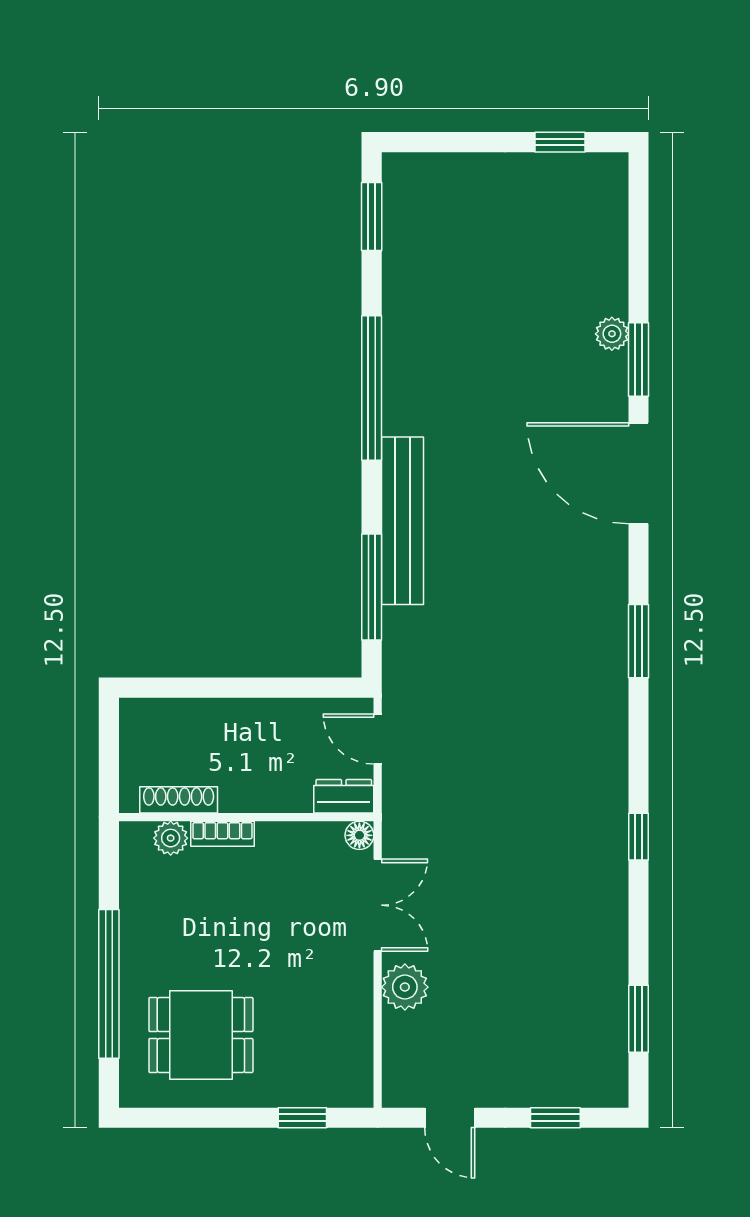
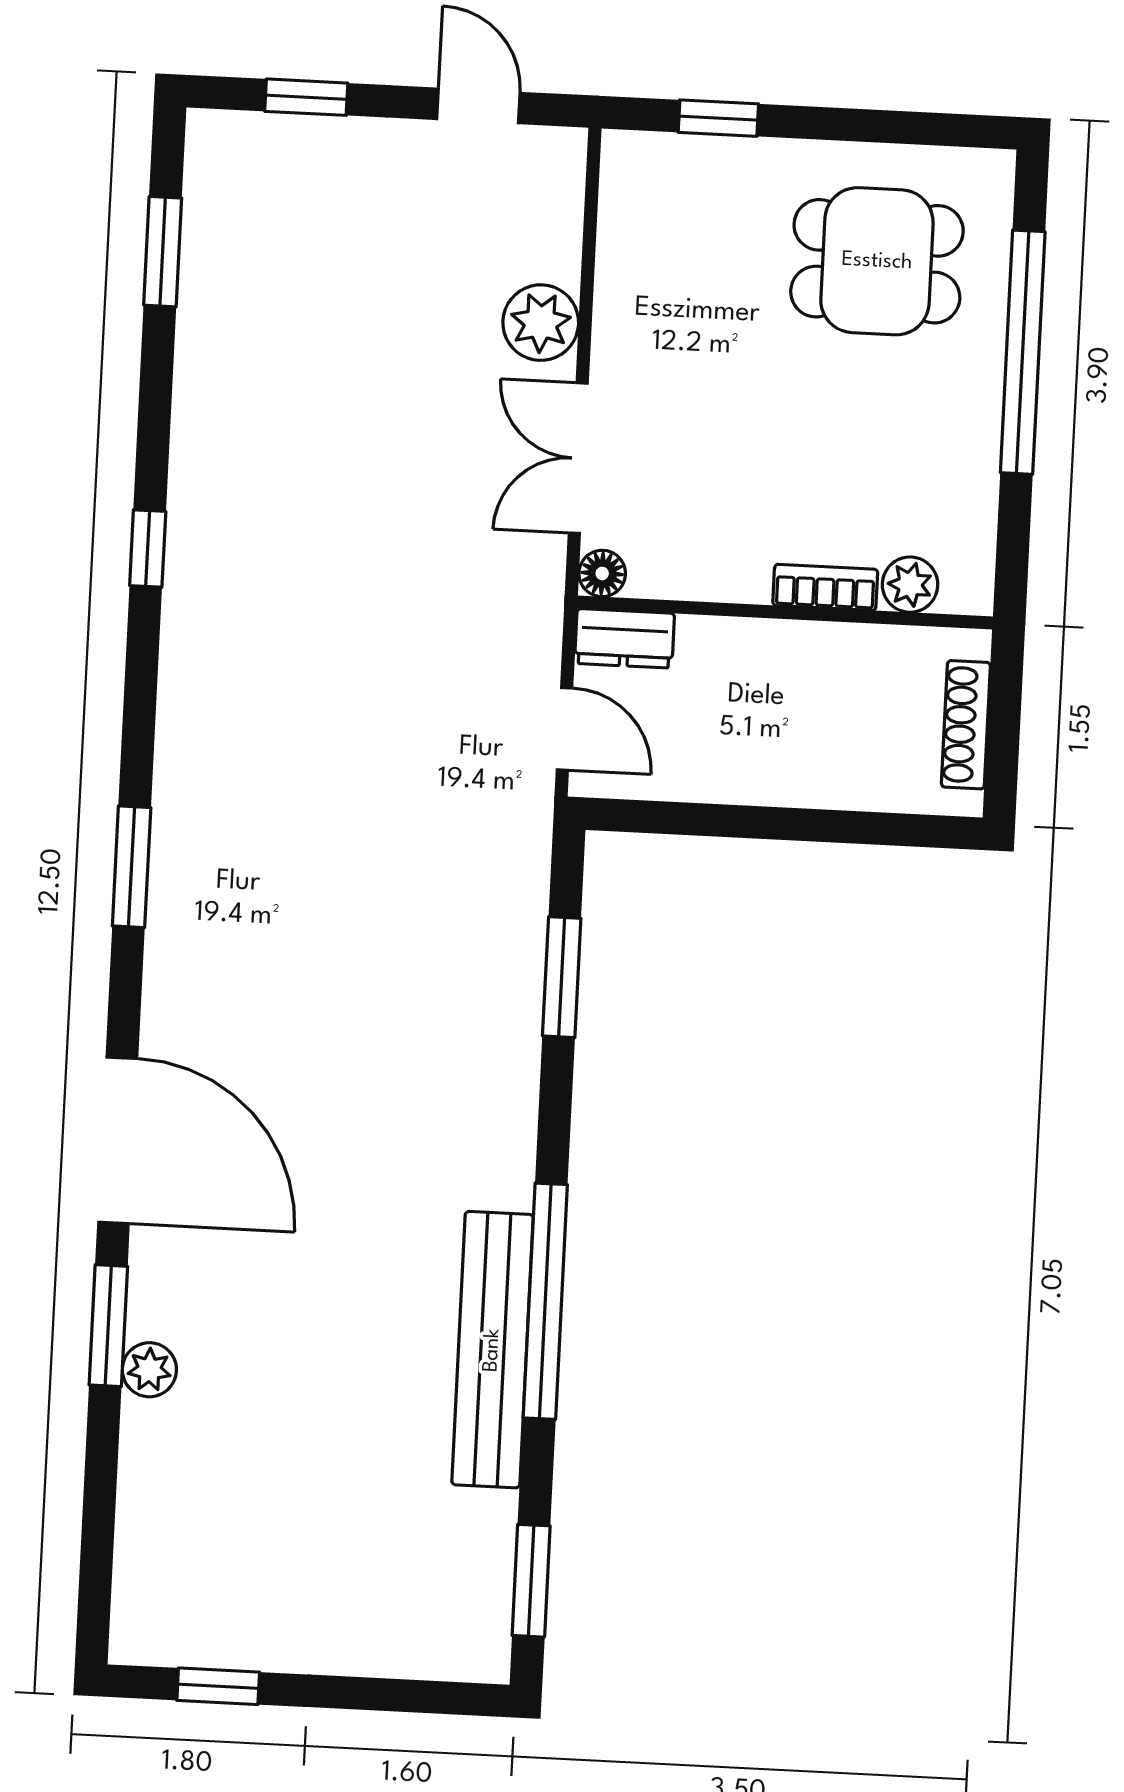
bench: (403, 521) -> (492, 1350), moved
window: (372, 587) -> (562, 977), width x0.69
shoe rack: (179, 800) -> (966, 725), moved, turned 90

